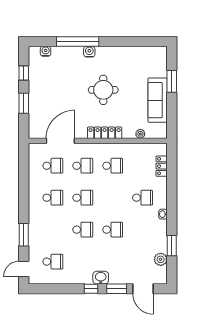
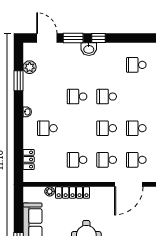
locker: (105, 133) -> (73, 193), moved

